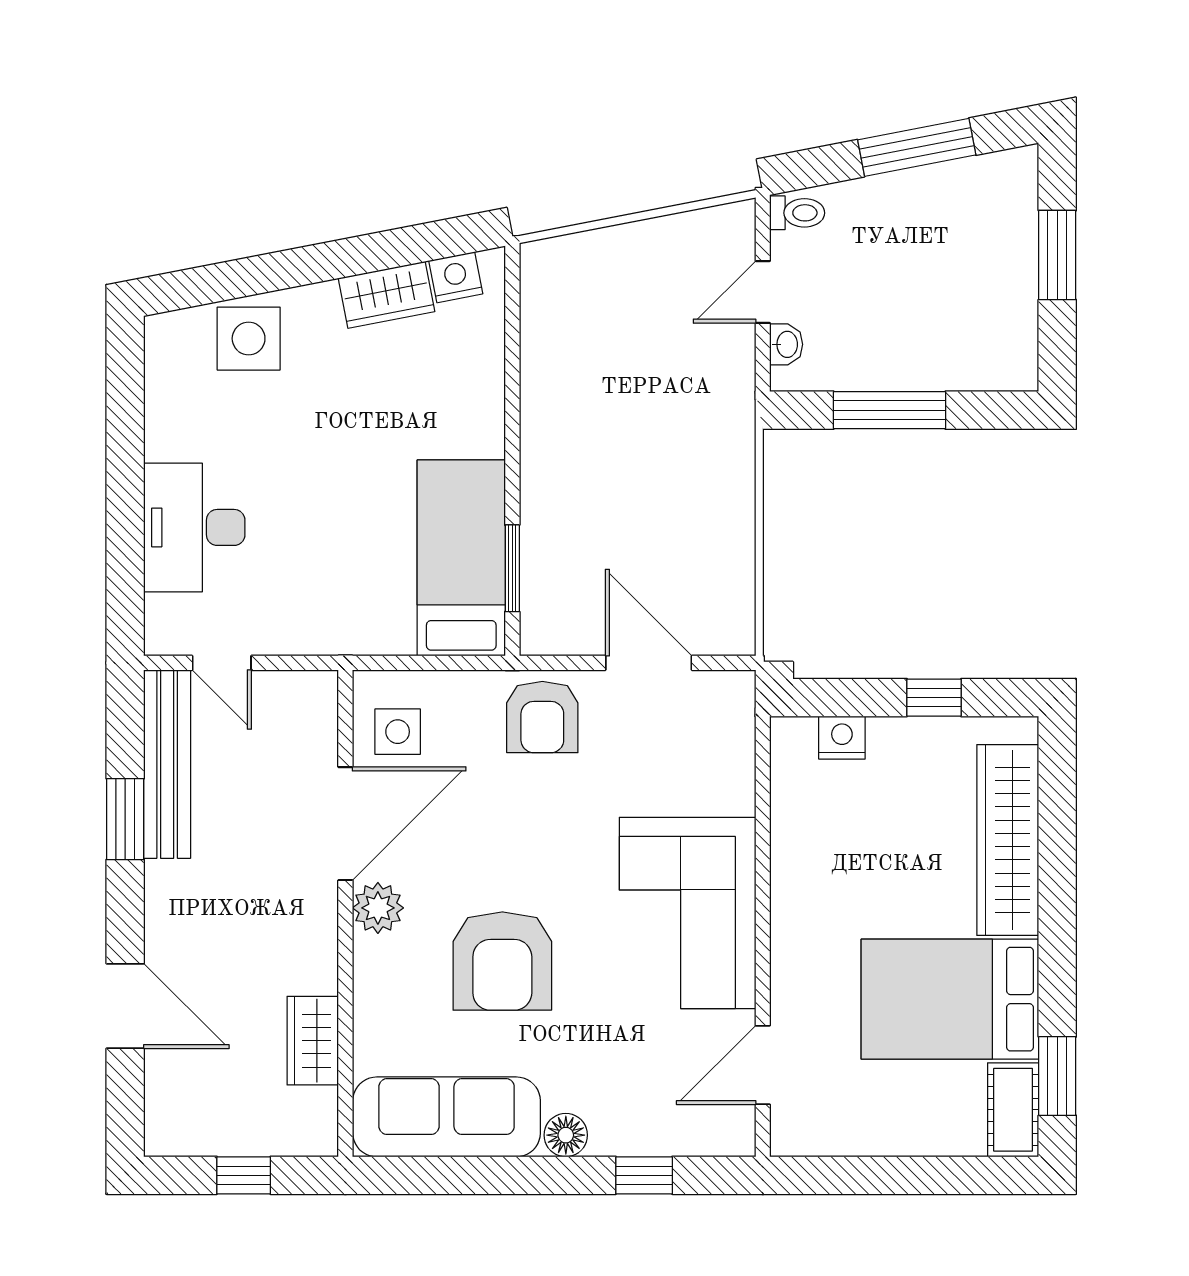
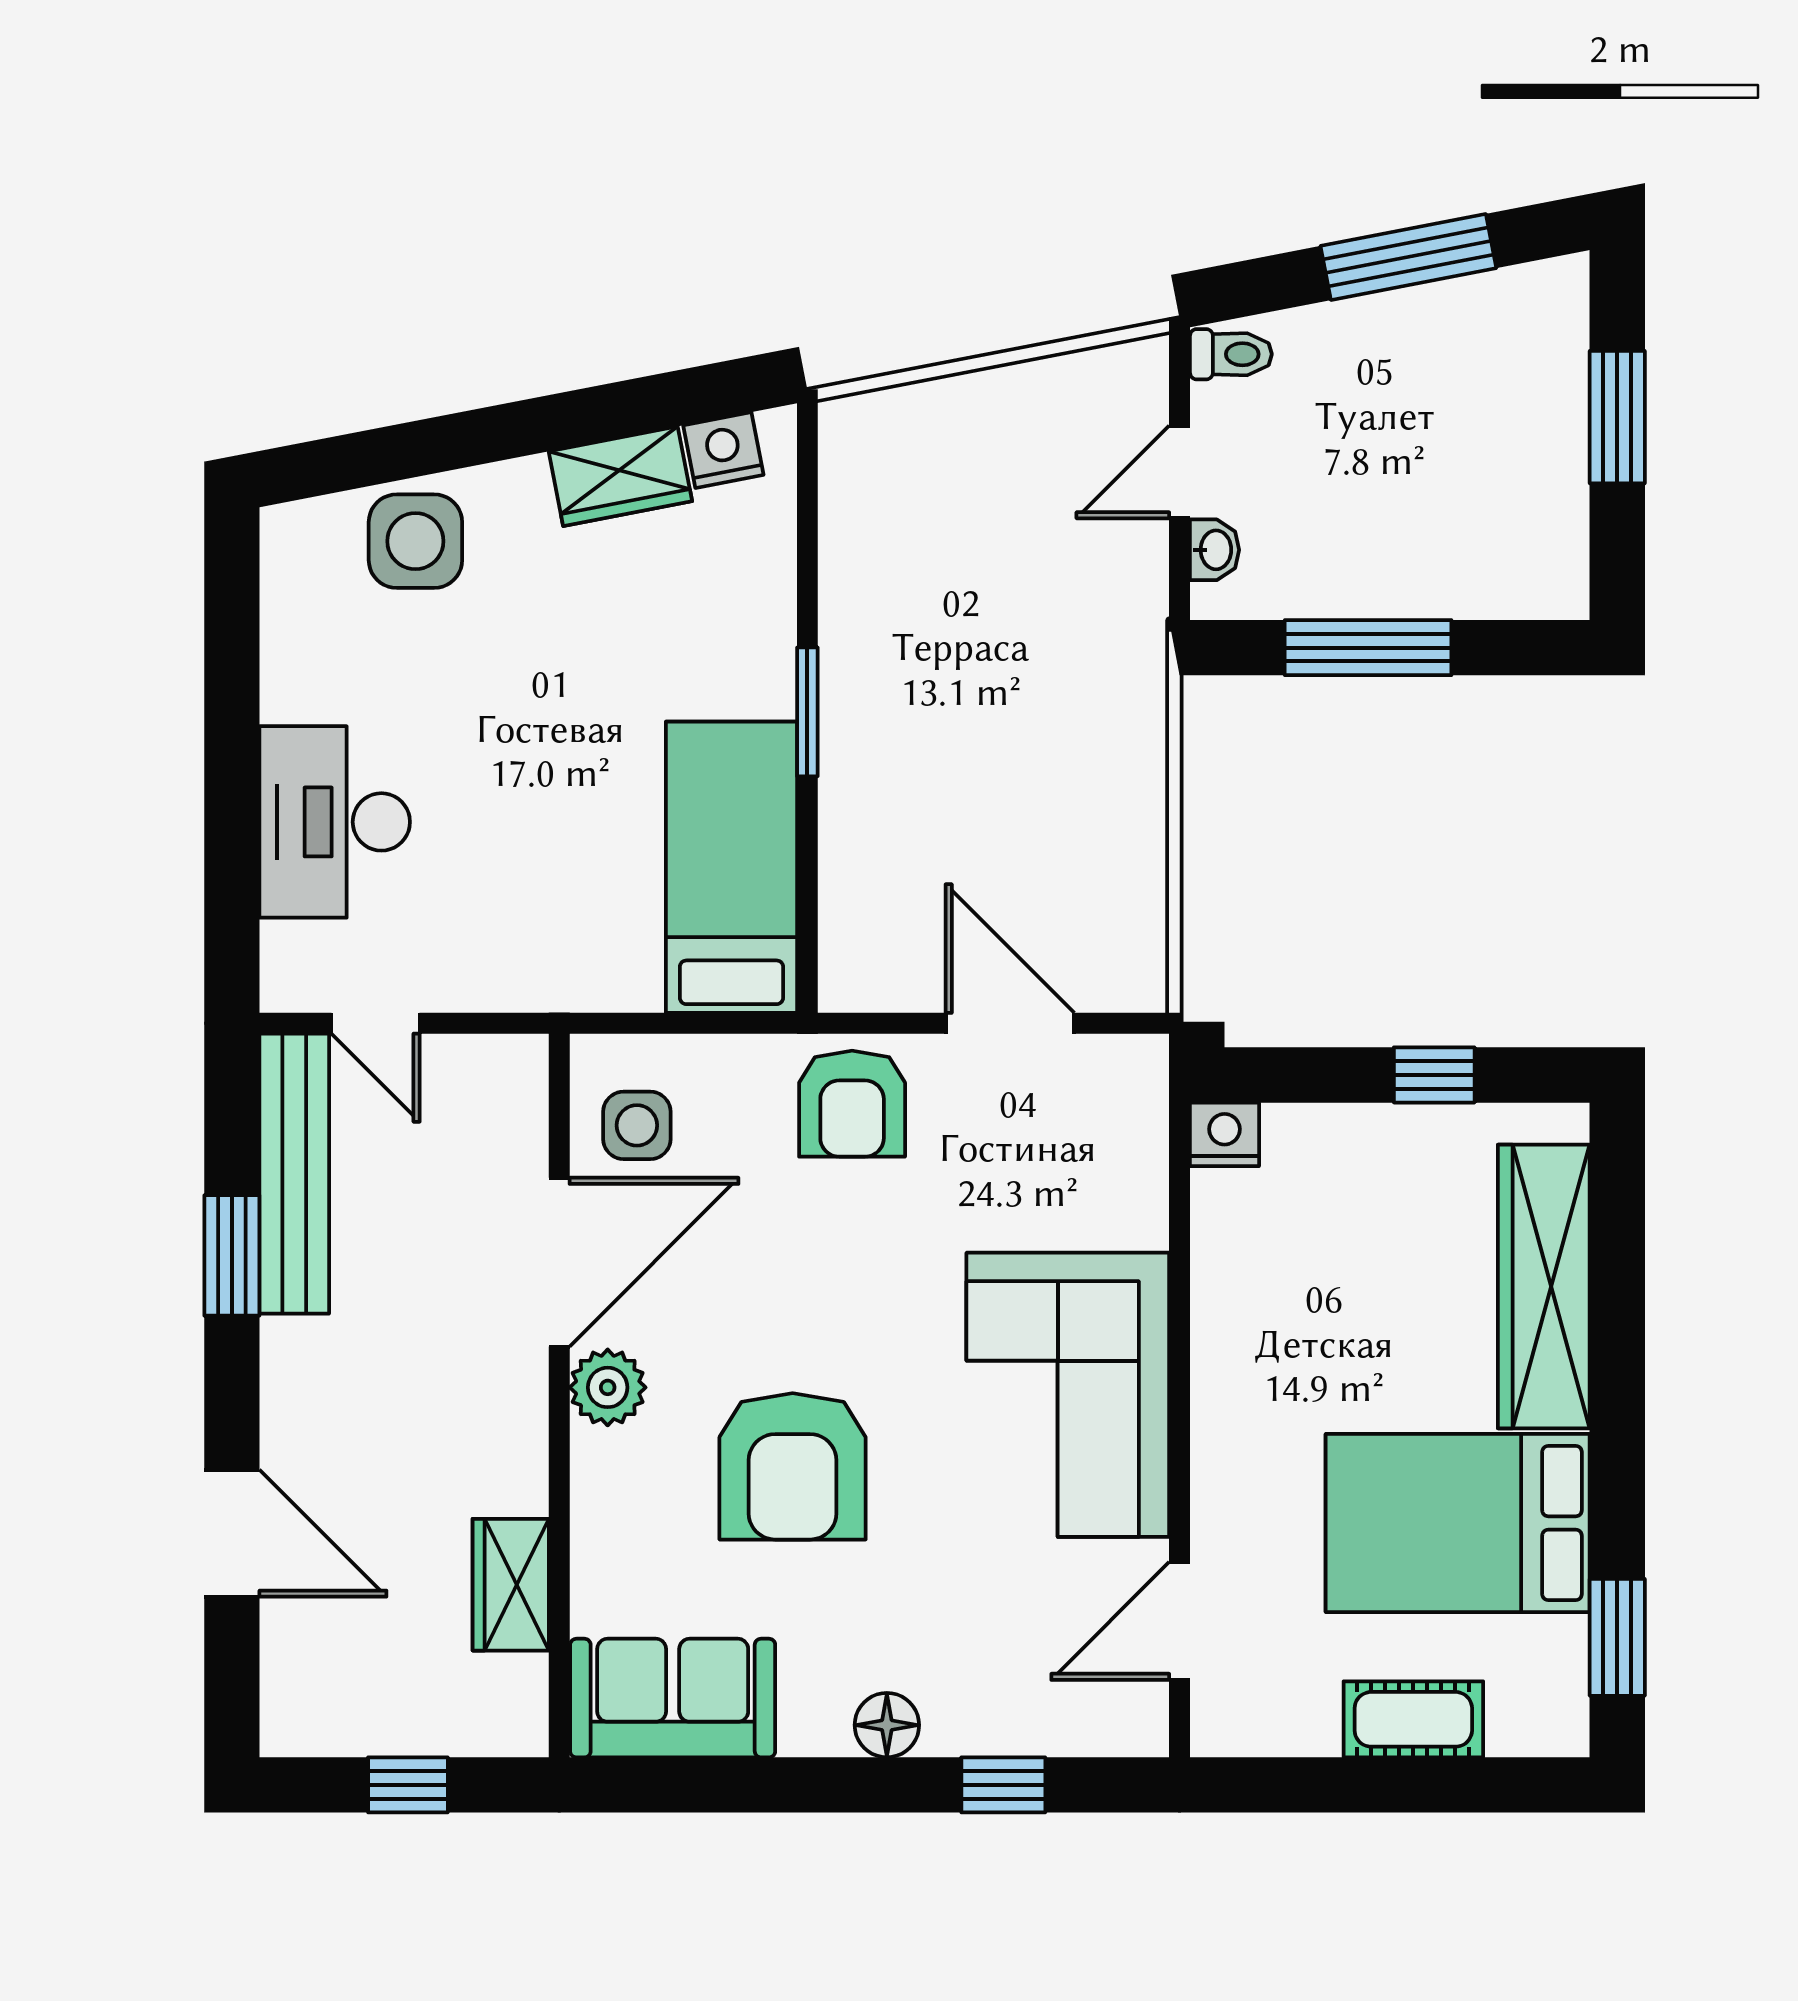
window: (512, 568) -> (807, 712), moved
nightstand: (842, 738) -> (1225, 1134), moved
cot: (1013, 1110) -> (1413, 1719), moved, turned 90
sofa: (447, 1117) -> (673, 1698), width x0.73

